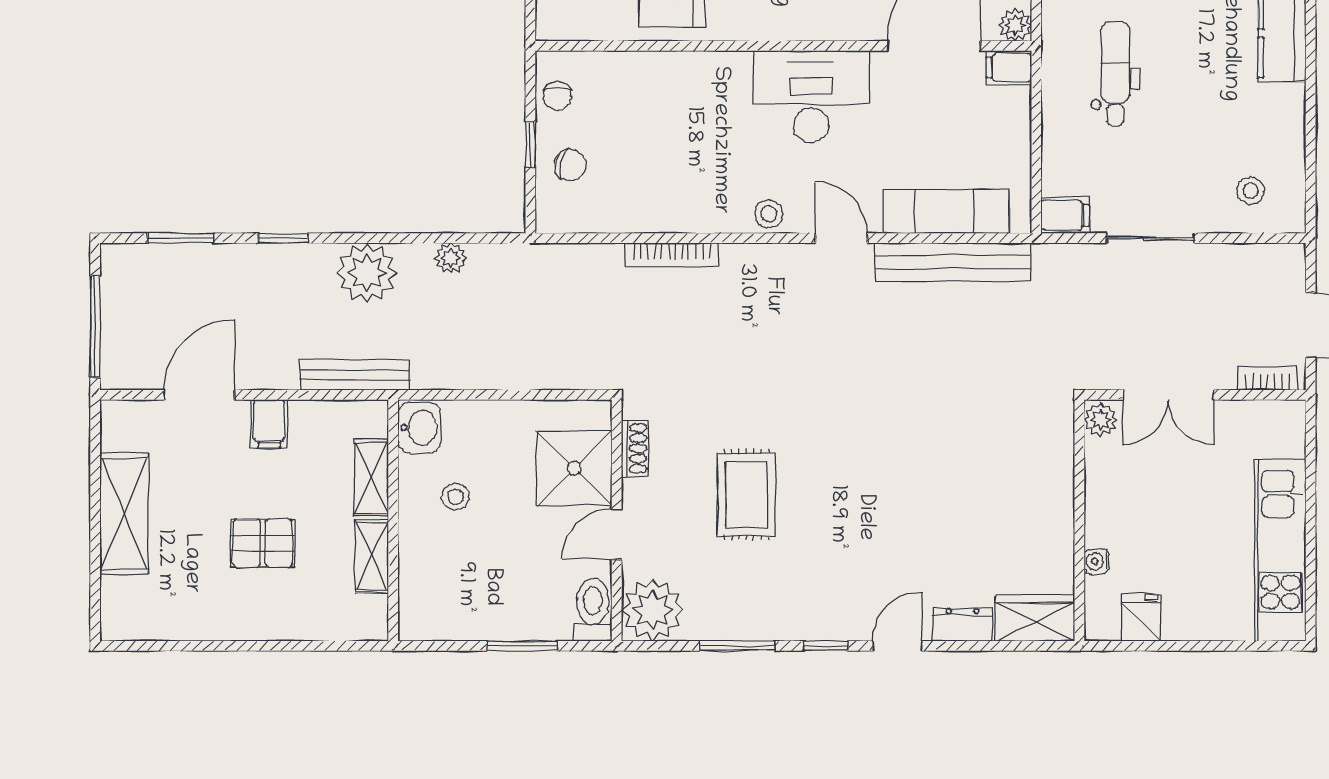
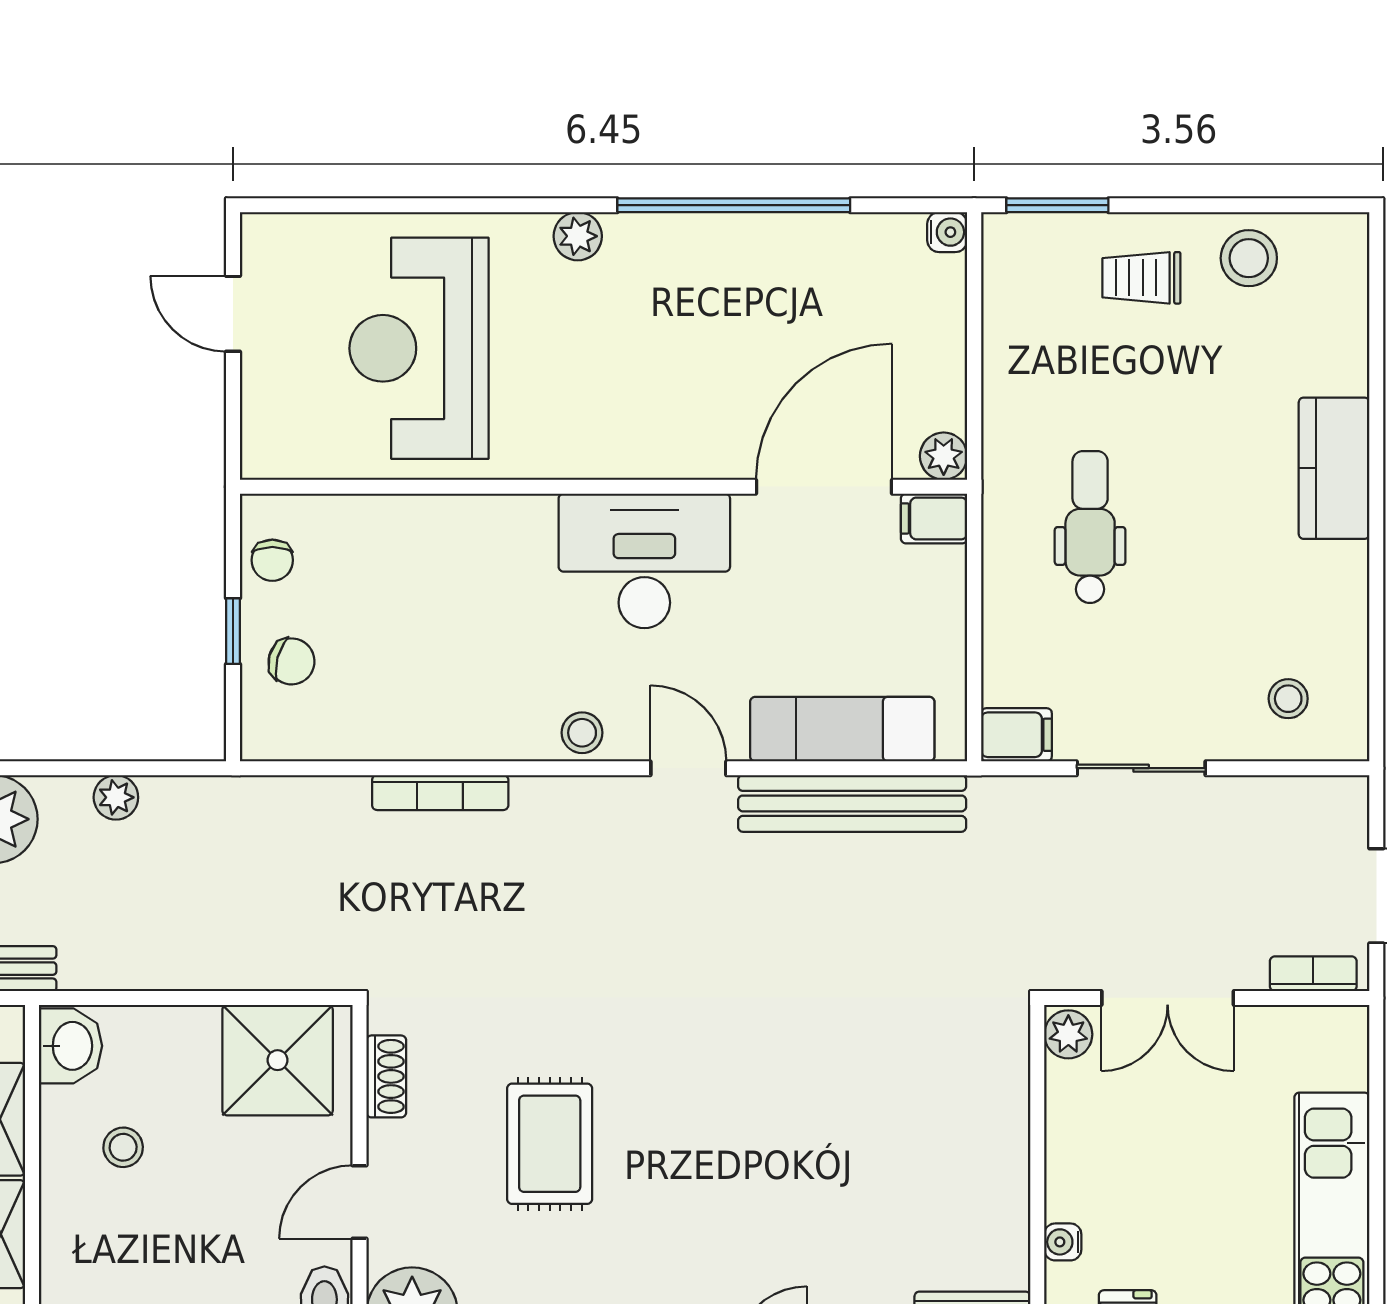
shower: (574, 468) -> (278, 1060), moved

